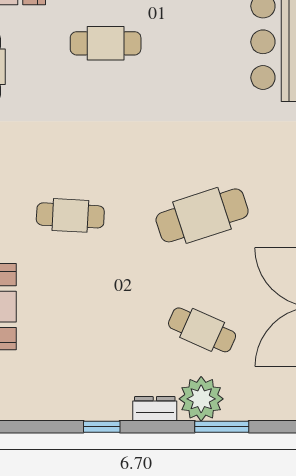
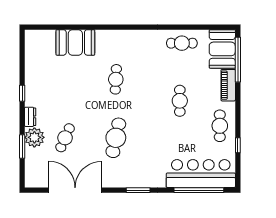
cafe table: (106, 43) -> (180, 101), moved
cafe table: (202, 215) -> (116, 138), turned 30

